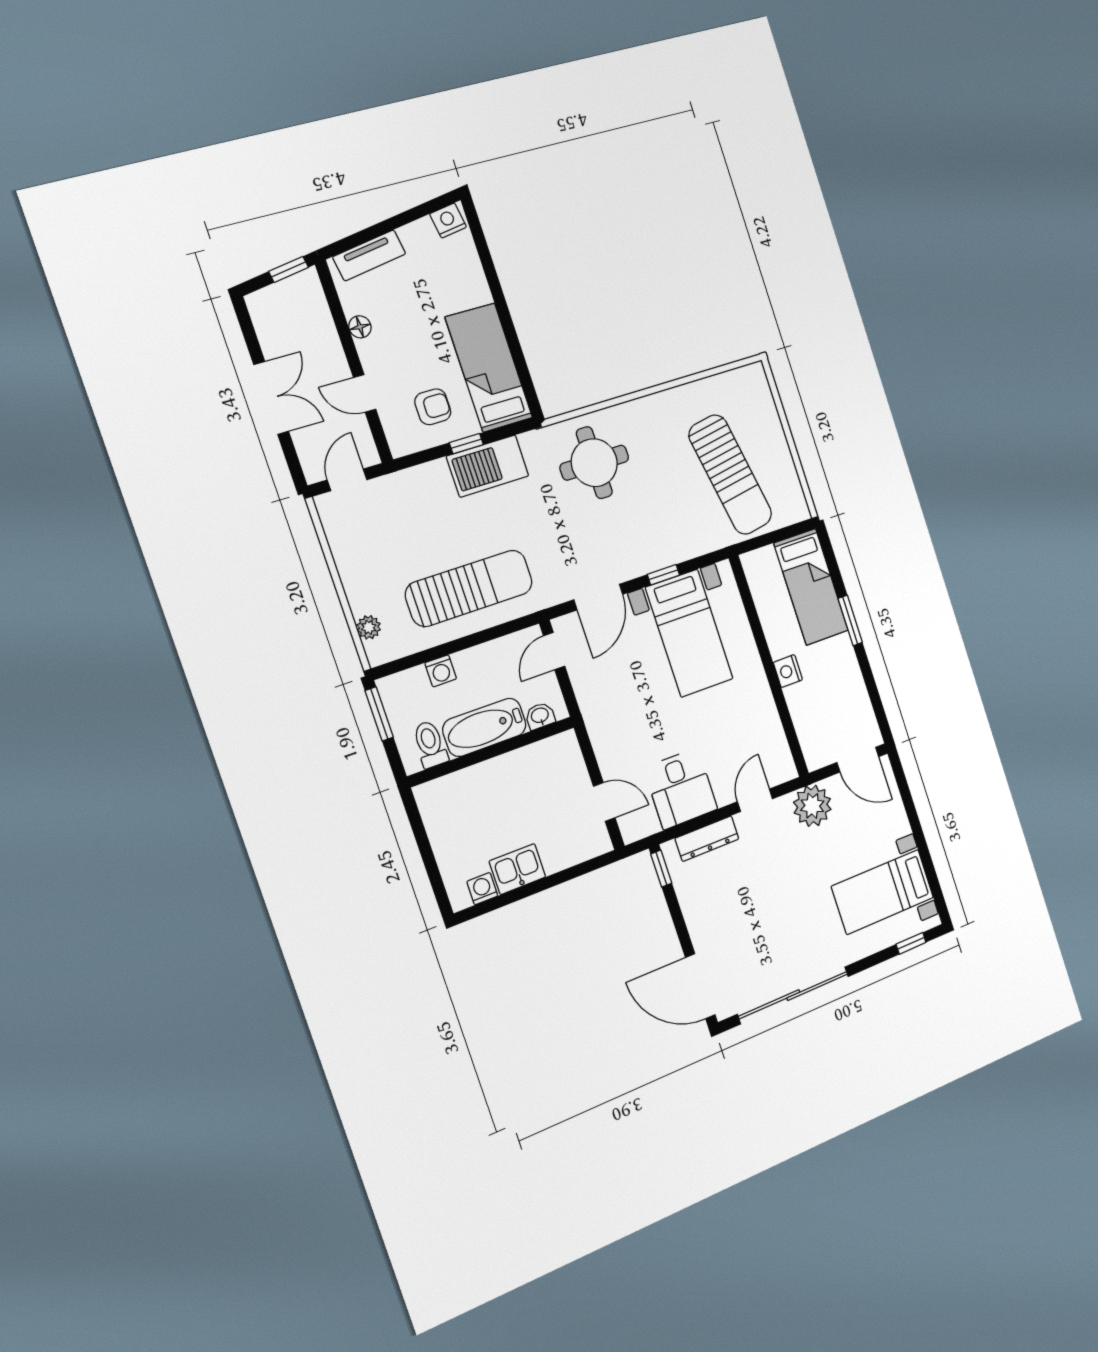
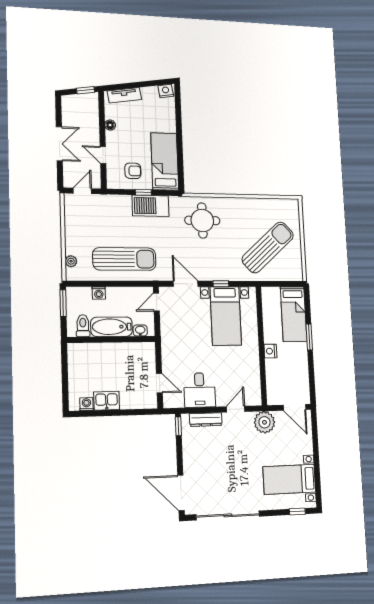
sun lounger: (730, 475) -> (268, 247), turned -122
door: (598, 597) -> (186, 284), swing flipped

